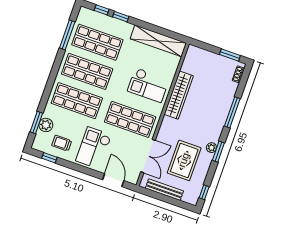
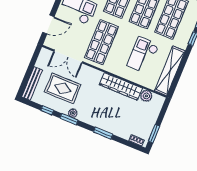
plant: (188, 66) -> (146, 96), added
checkout: (148, 85) -> (143, 55), moved
window: (232, 112) -> (103, 133), width x0.69
bench: (164, 190) -> (32, 83), moved
window: (204, 192) -> (47, 110), moved

